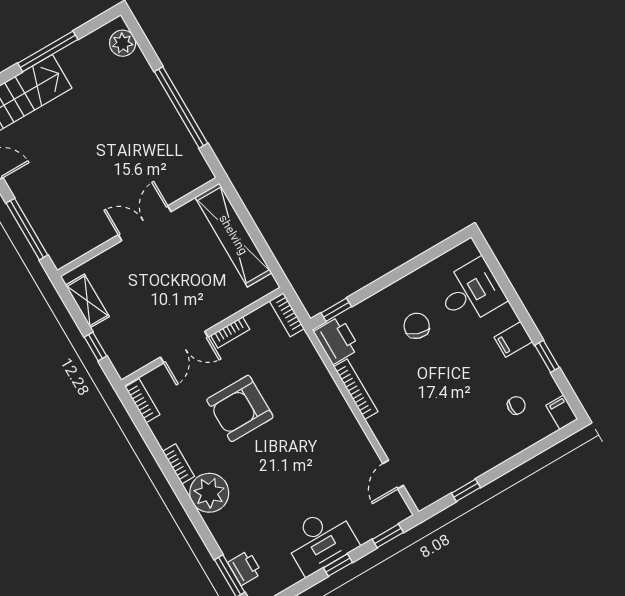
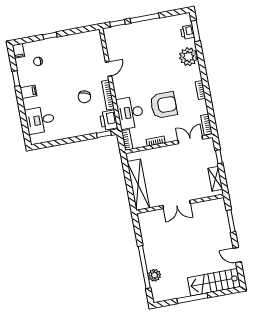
plant: (123, 43) -> (155, 275), moved
window: (181, 107) -> (144, 267), moved
window: (27, 229) -> (231, 221), width x0.69
chair: (417, 326) -> (84, 97), moved
double door: (184, 347) -> (190, 140), moved
door: (393, 474) -> (108, 69), moved
window: (466, 490) -> (50, 36), moved
plant: (209, 493) -> (188, 57), moved
desk: (321, 540) -> (130, 113), moved, turned -90
window: (338, 565) -> (145, 18), width x2.17

